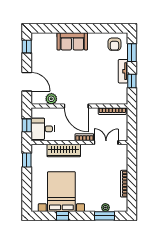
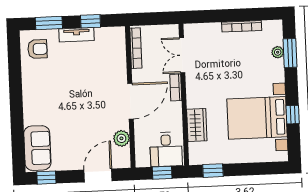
sofa: (72, 41) -> (37, 148), moved
wardrobe: (64, 150) -> (197, 125), width x0.67

